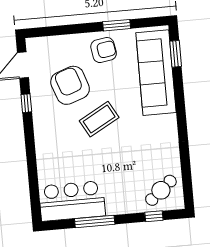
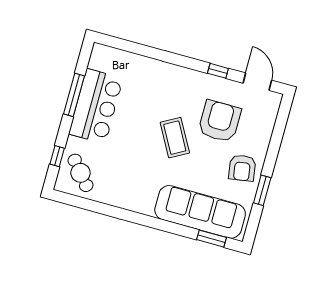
armchair: (70, 85) -> (219, 121), turned -71
bar counter: (72, 201) -> (96, 106), moved

